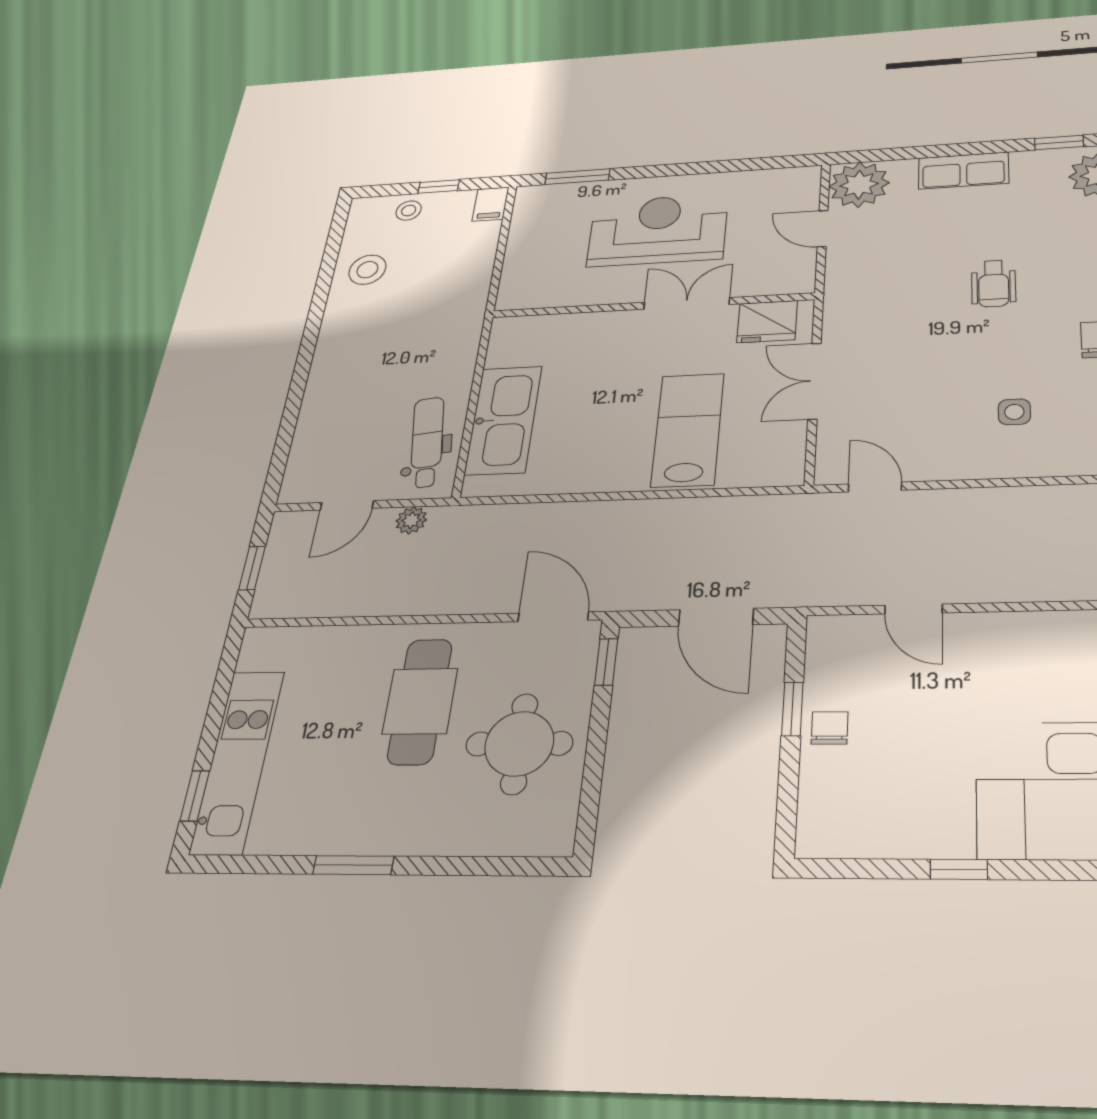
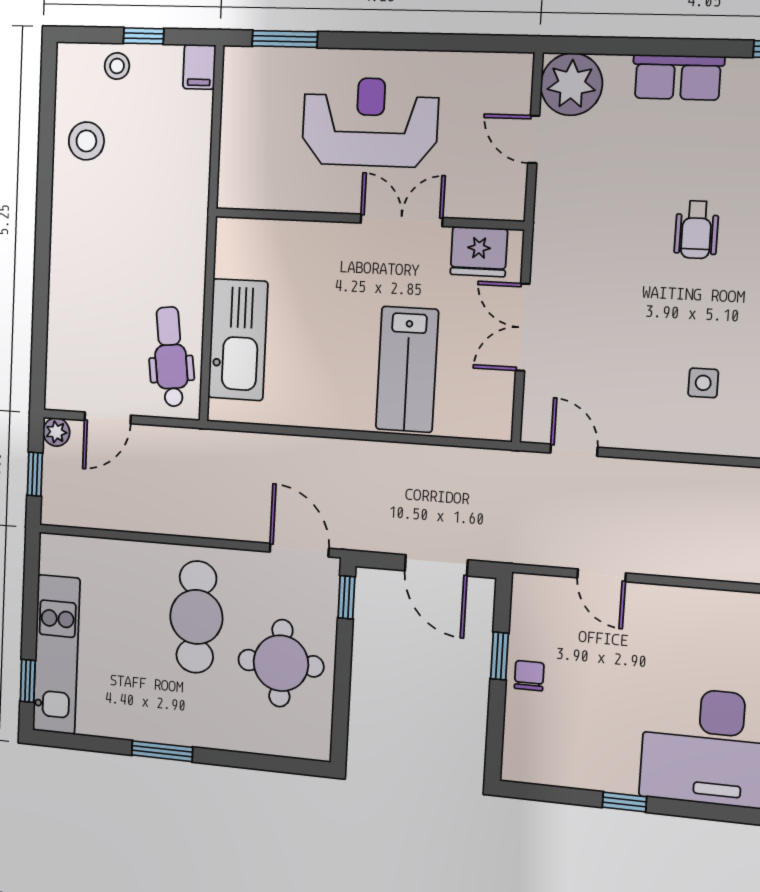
lab bench: (688, 430) -> (407, 369), turned 180
plant: (411, 520) -> (56, 432), moved

